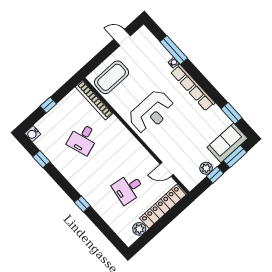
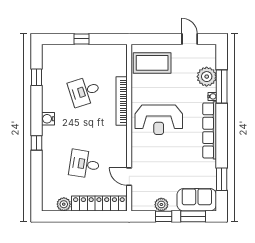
plant: (157, 53) -> (207, 77), added
bookcase: (94, 100) -> (122, 101), moved
water cooler: (33, 134) -> (48, 119), moved

